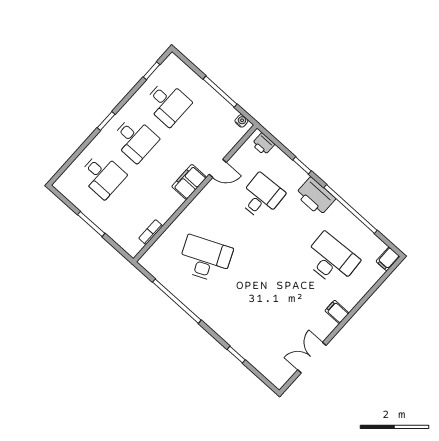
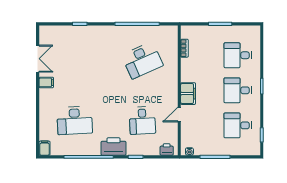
filing cabinet: (337, 312) -> (46, 82), moved

